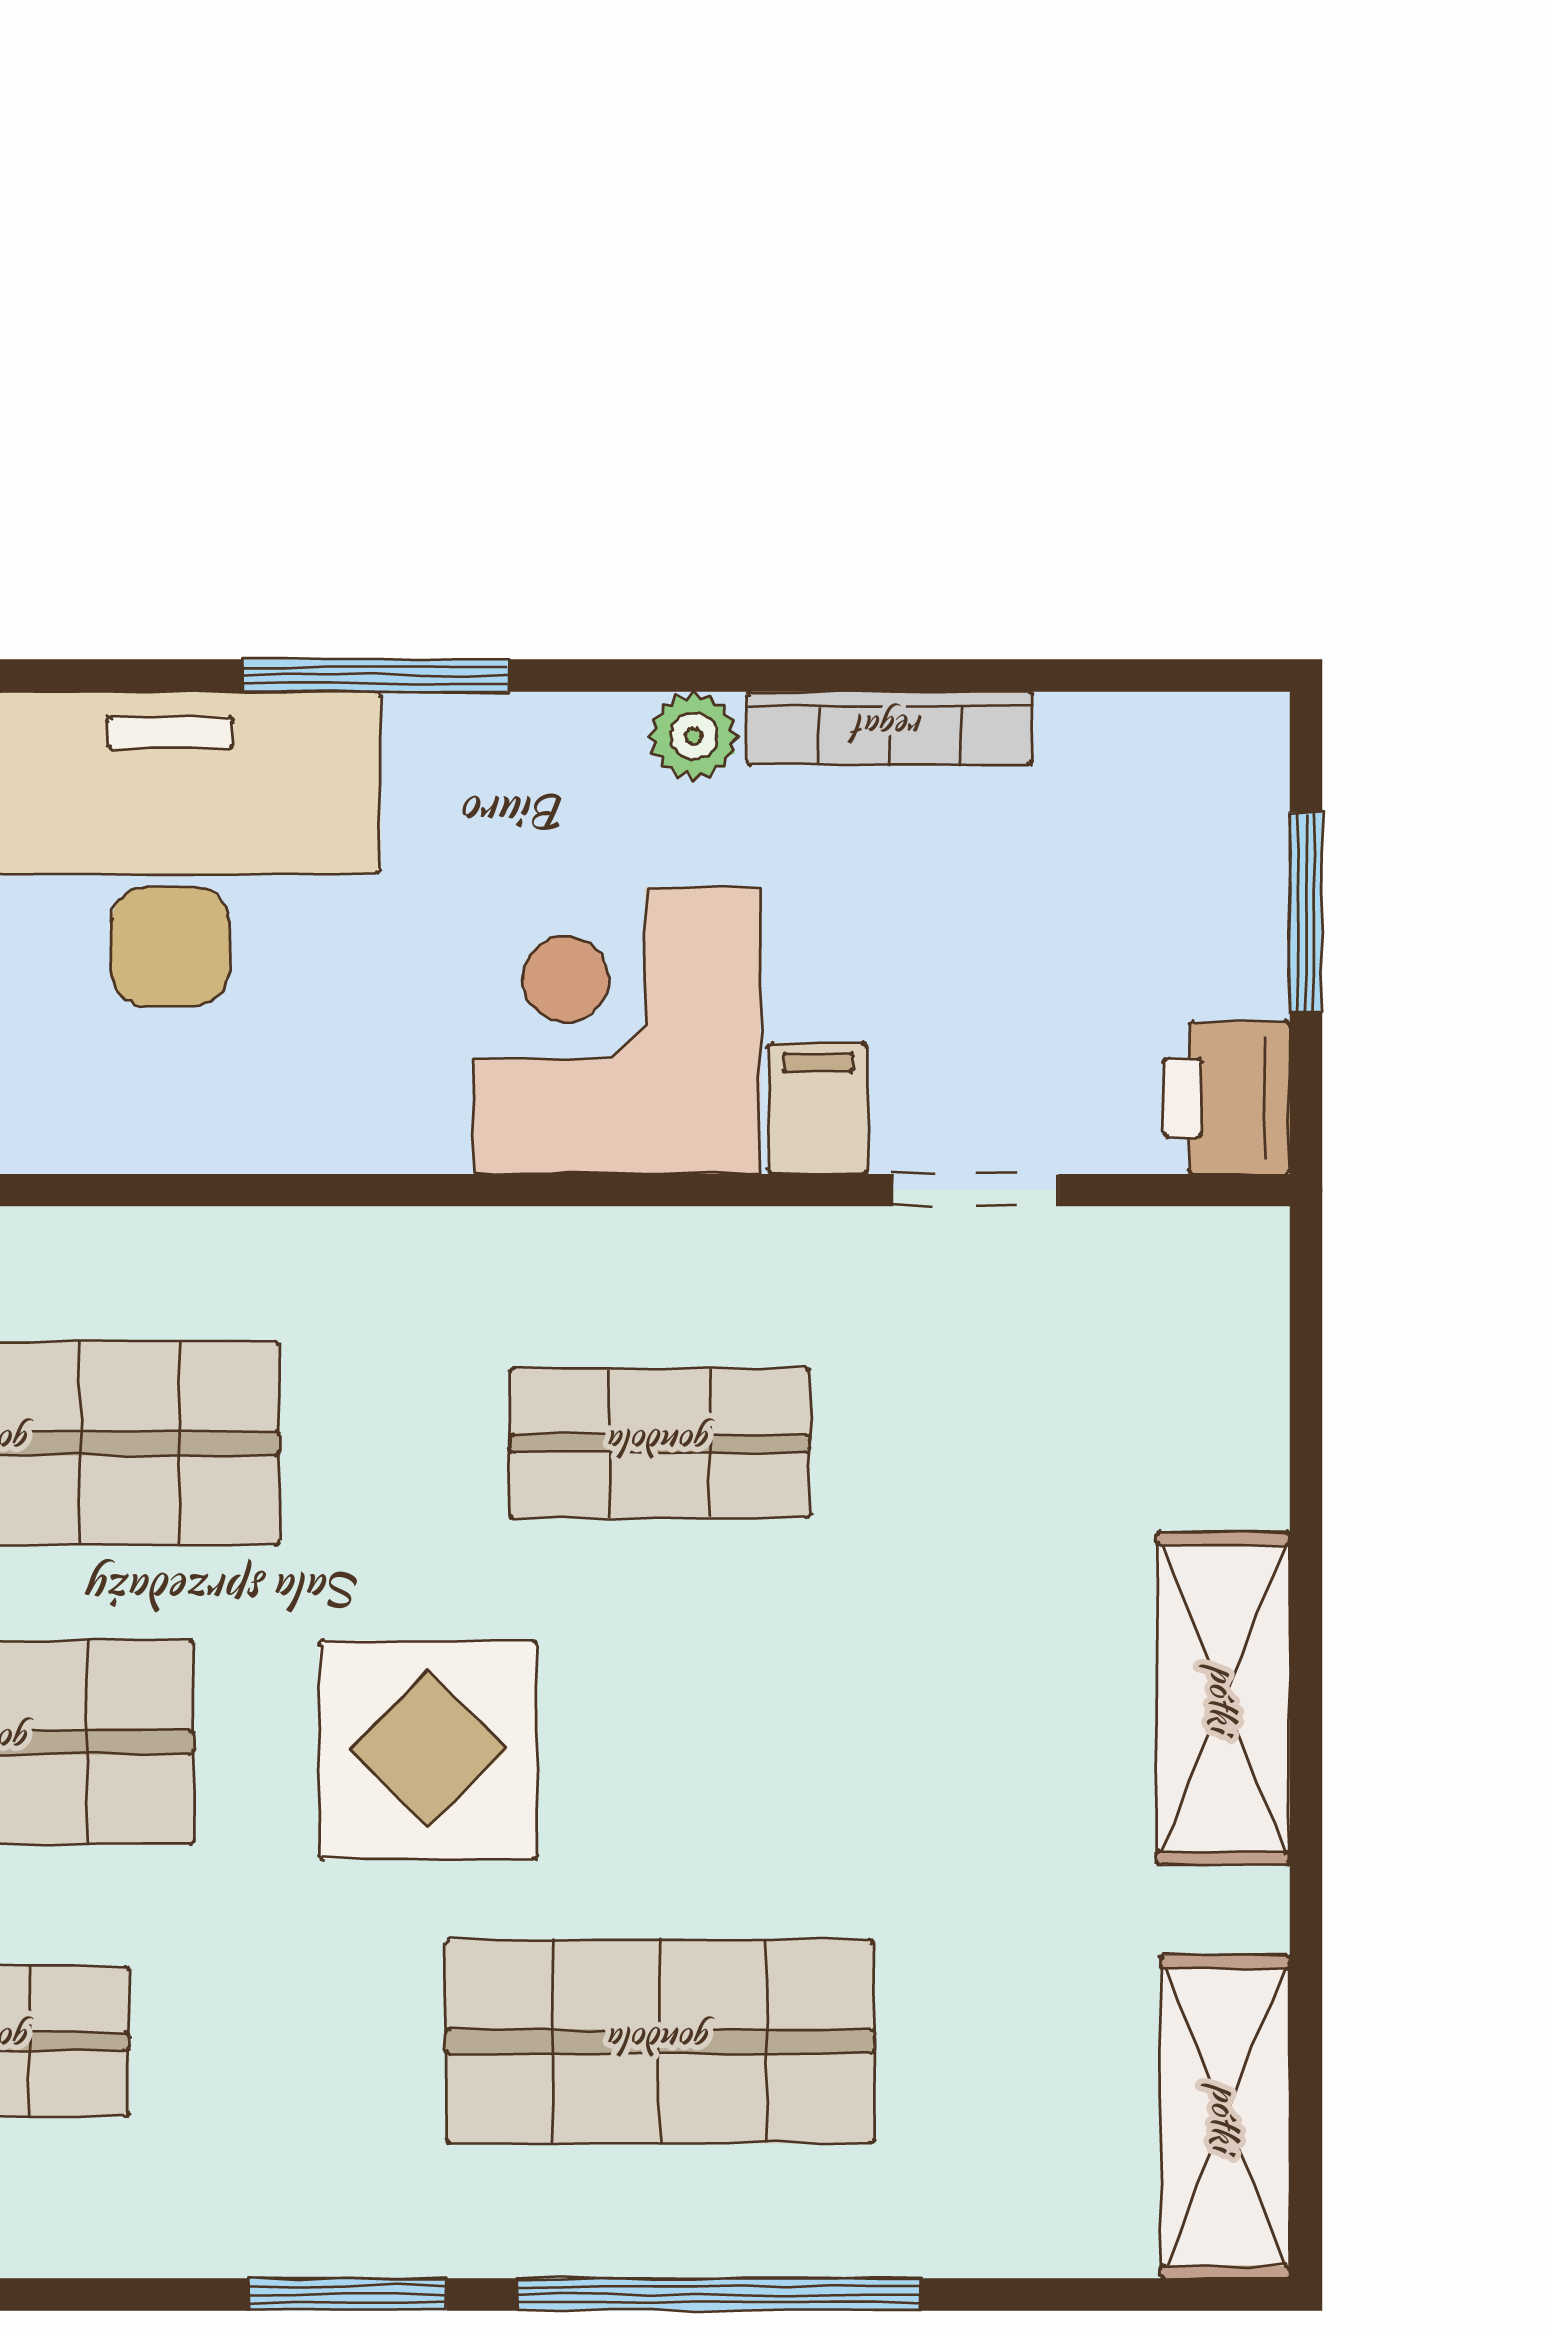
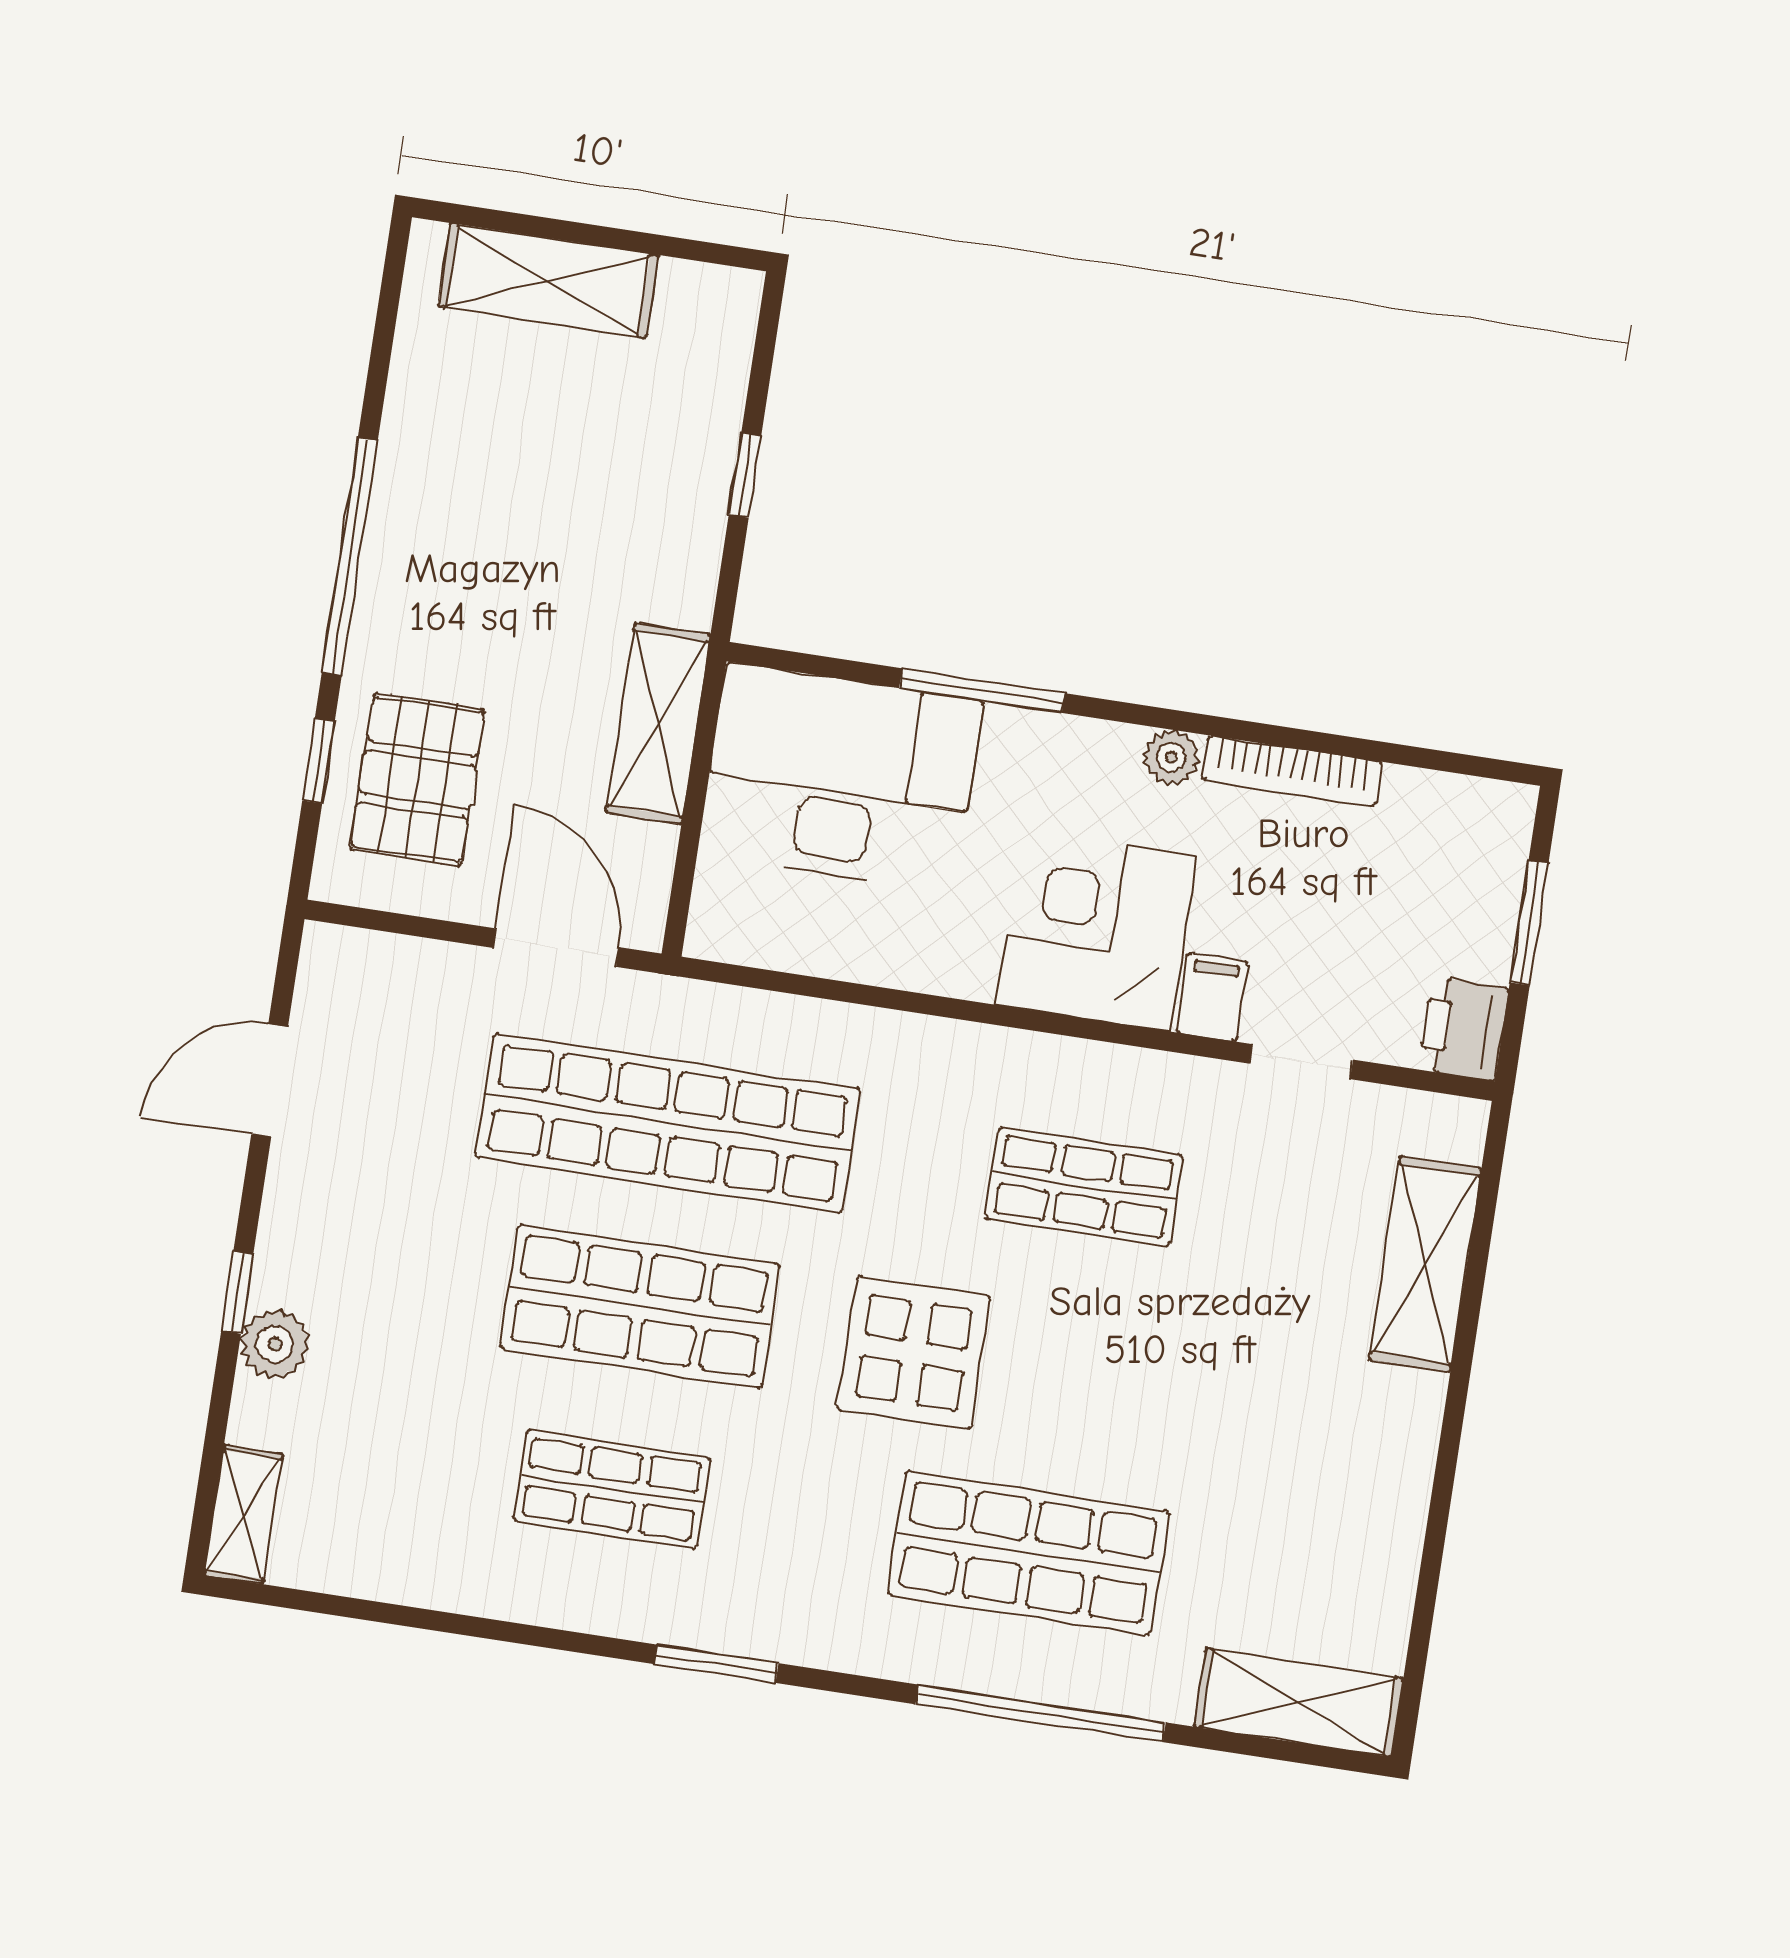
shelving: (1223, 1698) -> (1425, 1264), moved
shelving: (1225, 2117) -> (1299, 1702), moved, turned 90
window: (347, 2295) -> (716, 1664), moved

